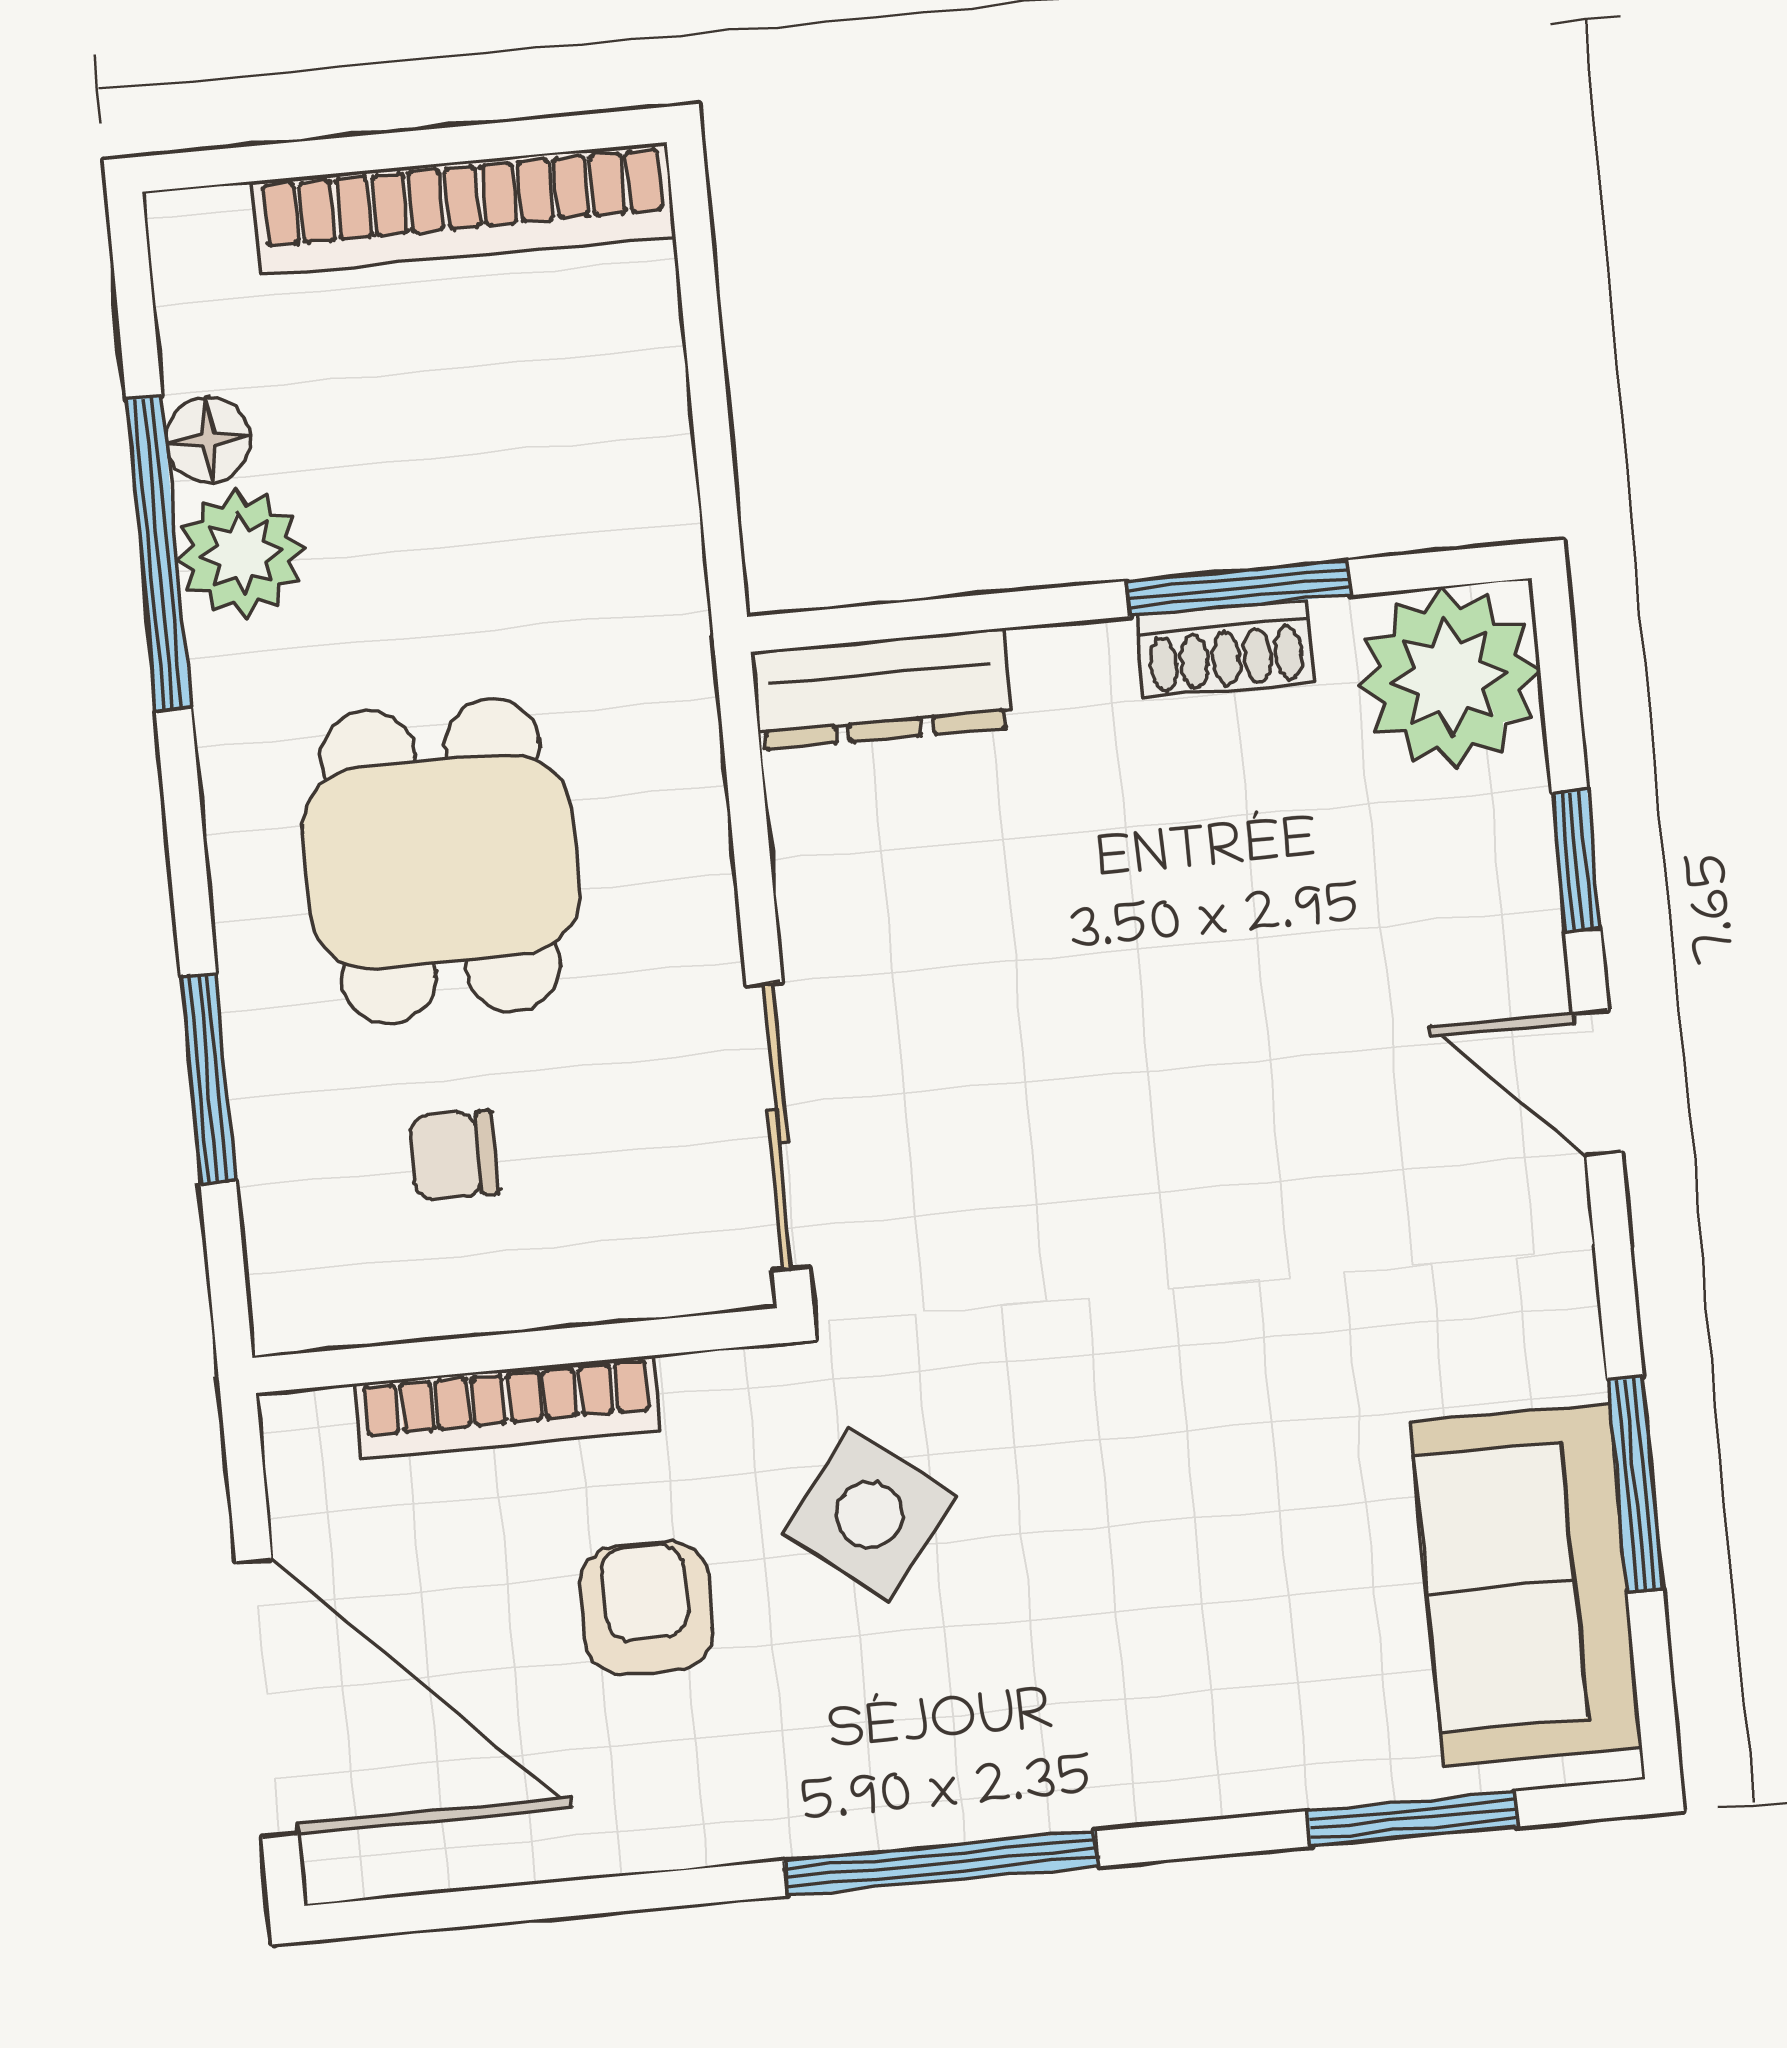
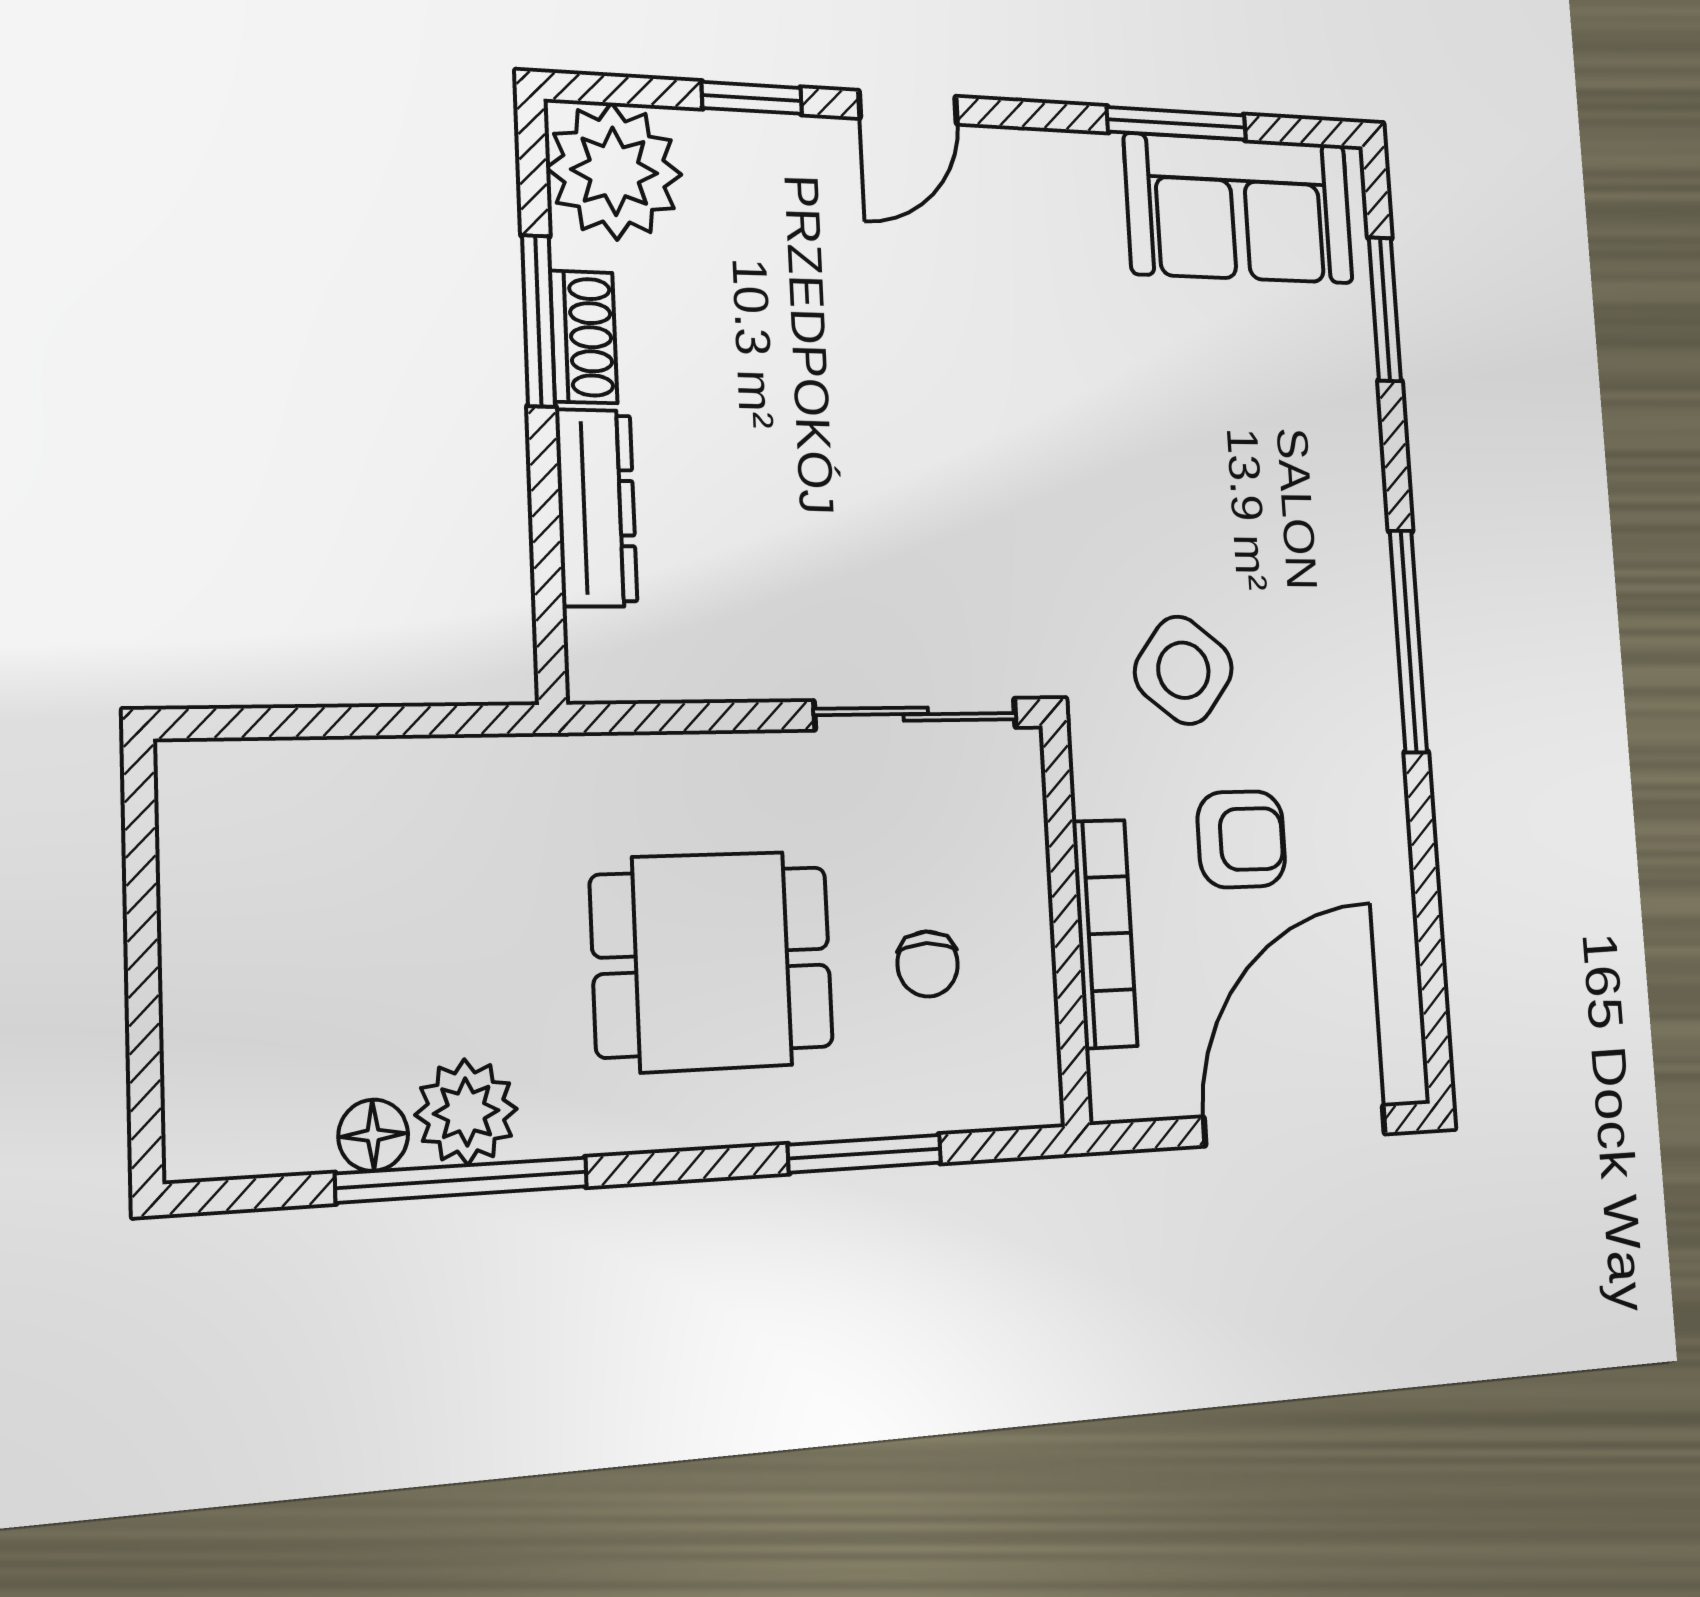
bookcase: (464, 209) -> (197, 912), removed
dresser: (881, 689) -> (596, 508), moved
armchair: (646, 1608) -> (1241, 839), turned 180

